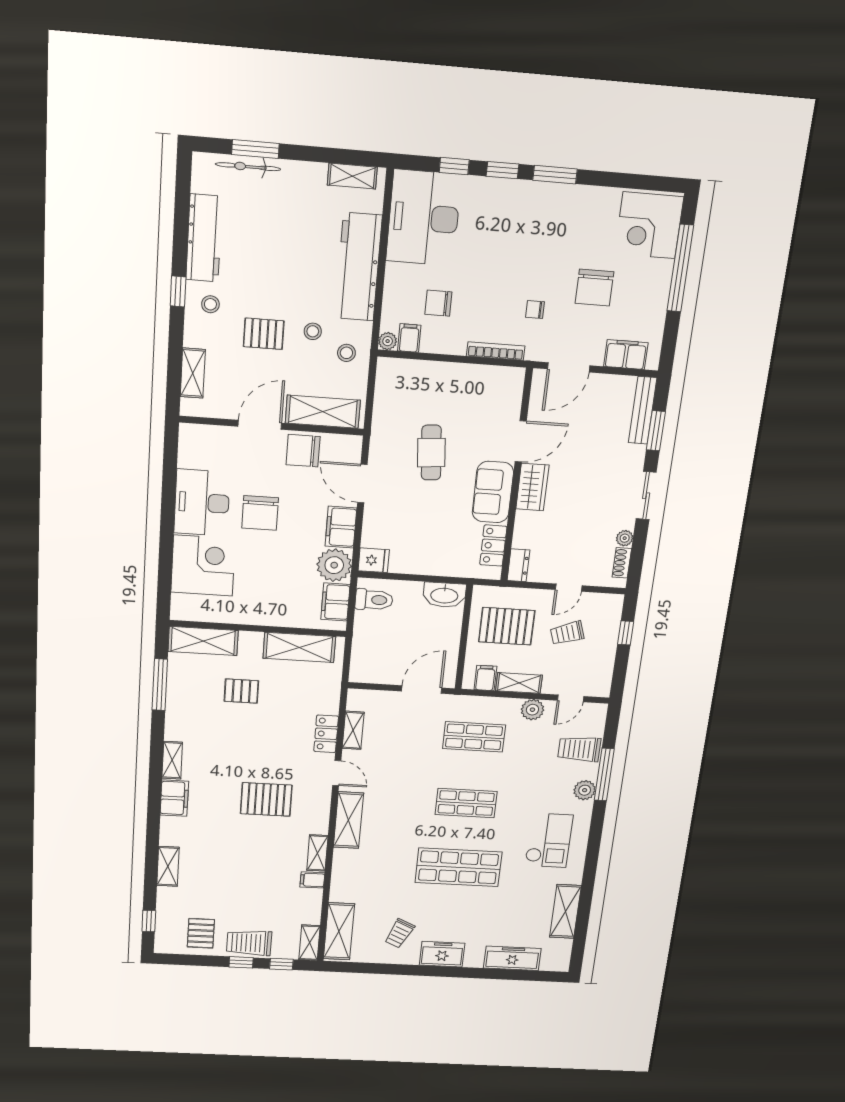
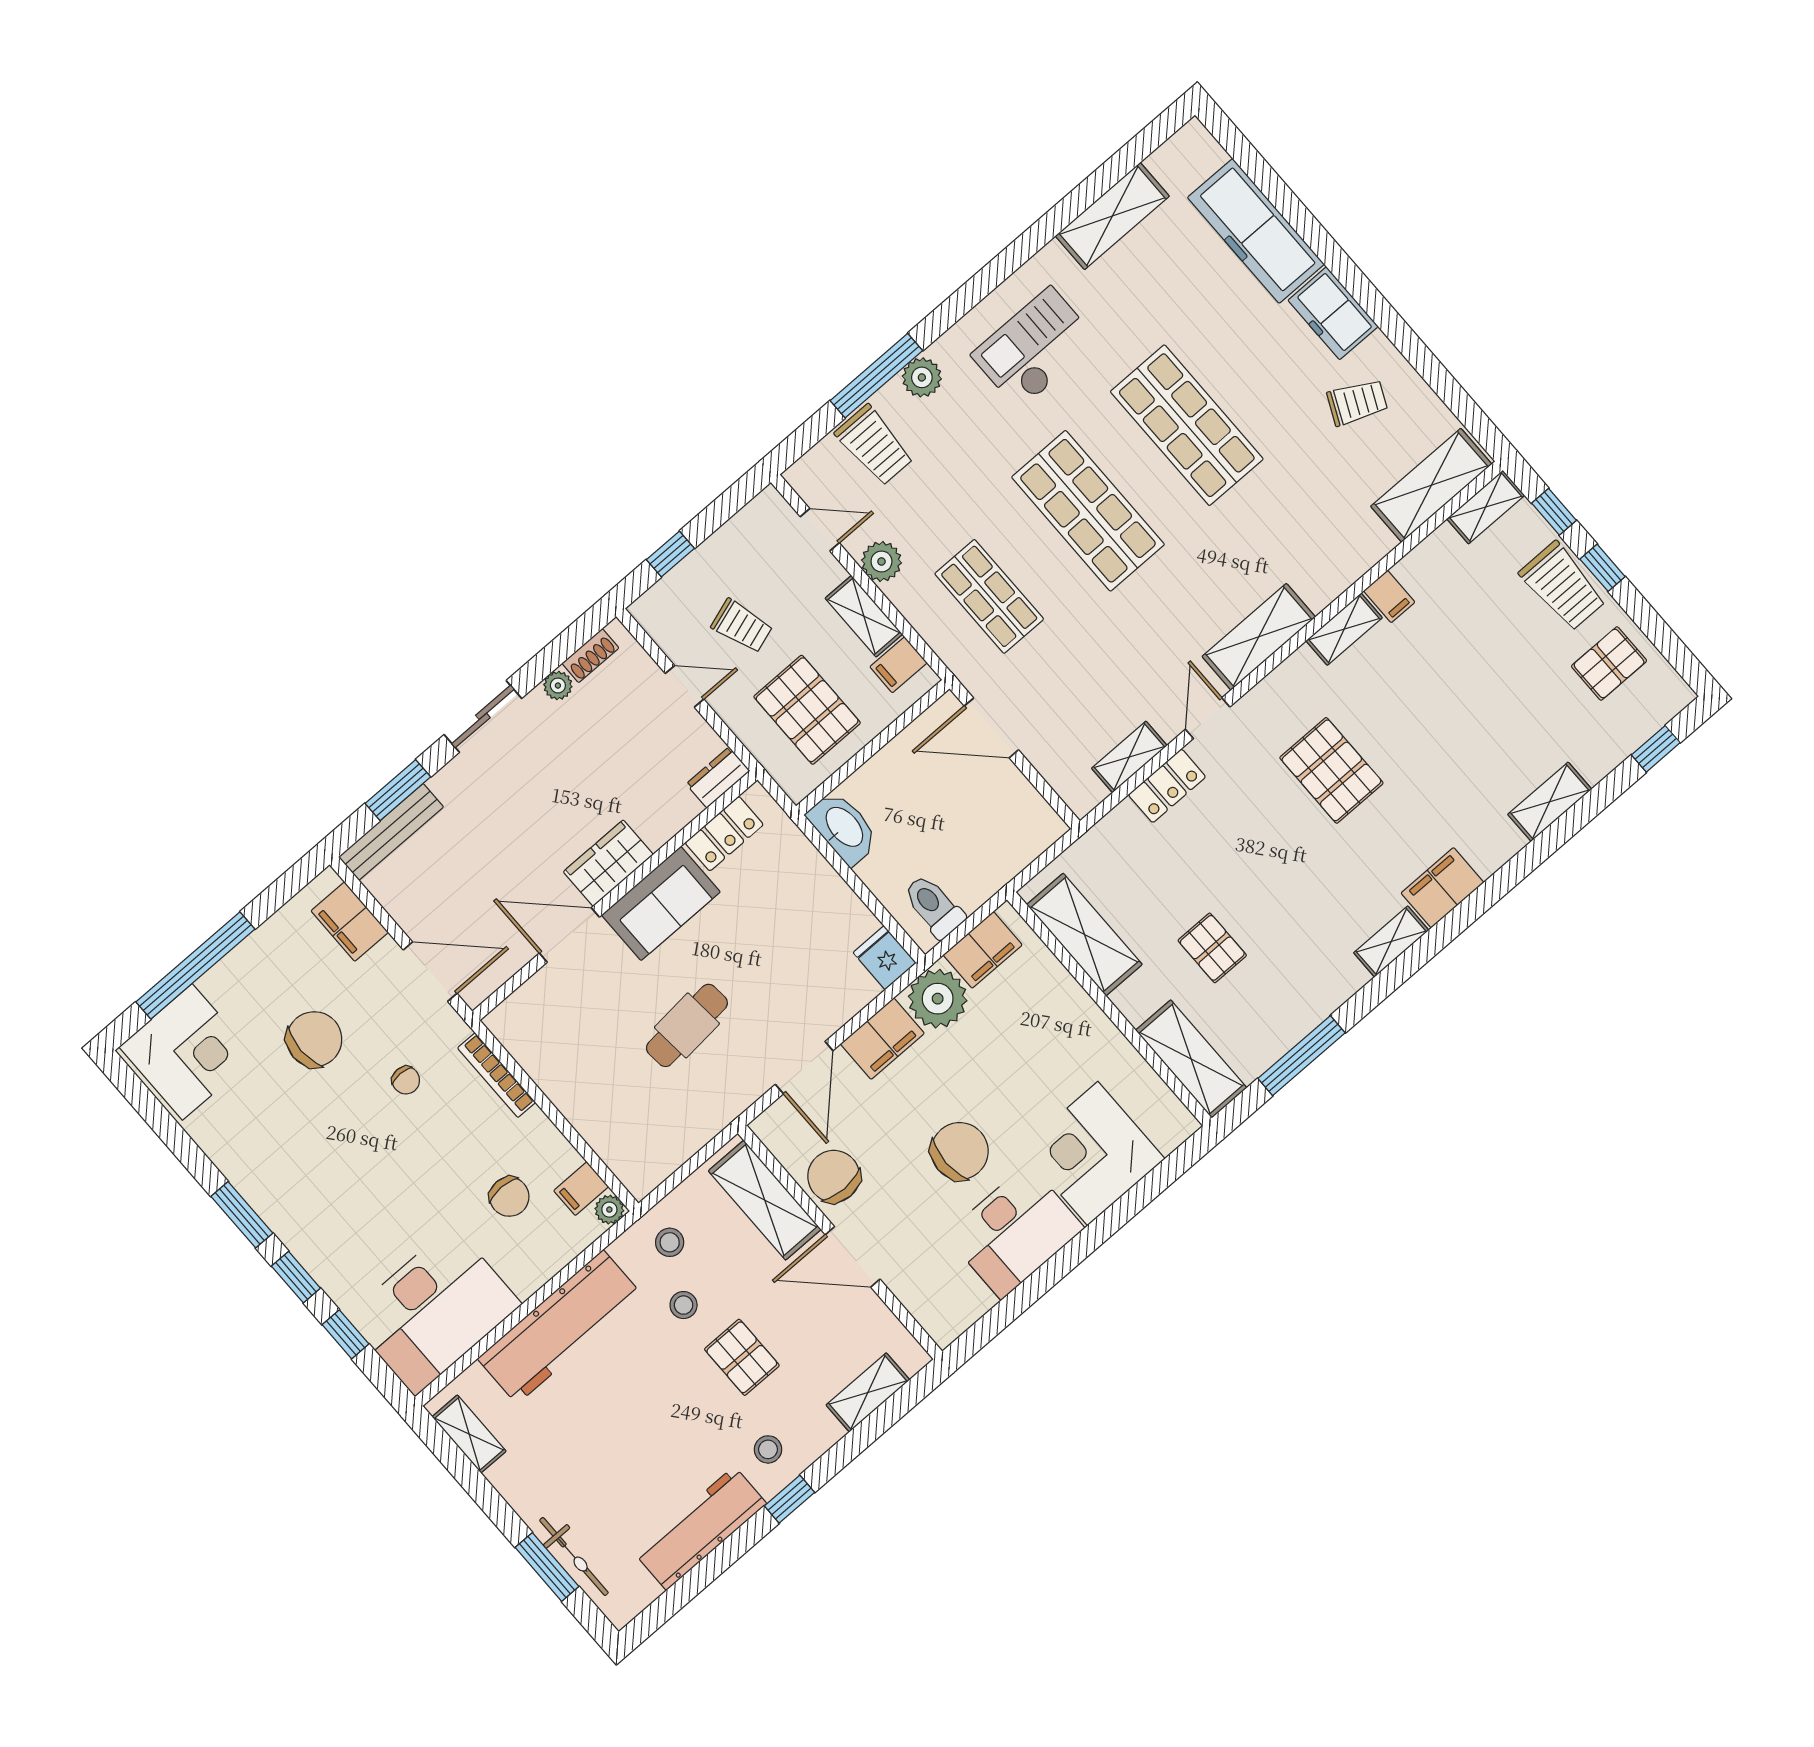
chair: (303, 451) -> (834, 1176), turned 180
shop shelf: (466, 803) -> (1088, 511), width x1.43, depth x1.36
freezer: (512, 958) -> (1256, 231), width x1.36, depth x1.26

